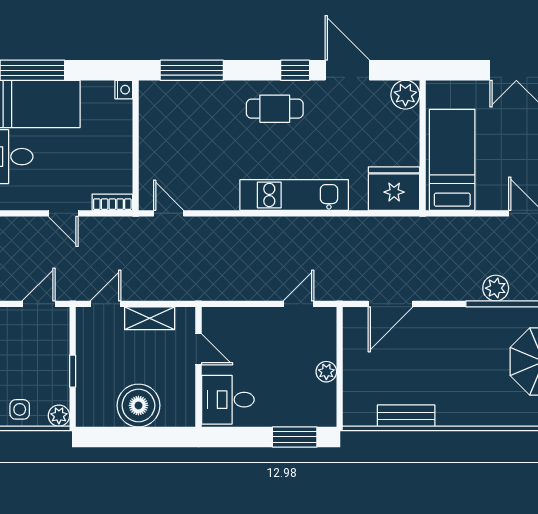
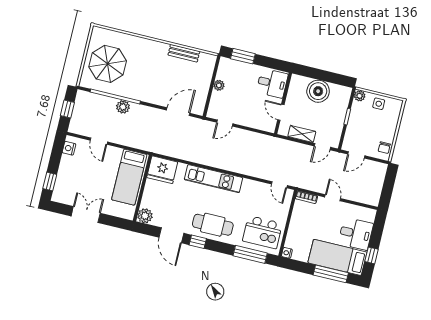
cafe table: (275, 109) -> (213, 225), width x1.37, depth x1.35
kitchen island: (179, 117) -> (262, 232), added

